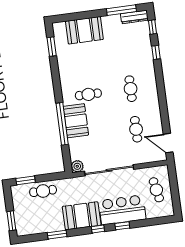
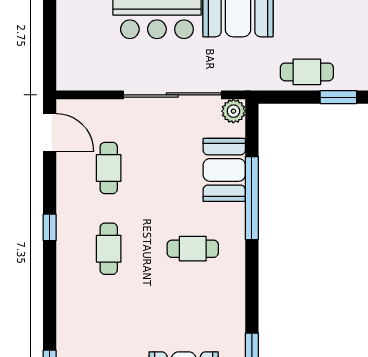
window: (156, 52) -> (50, 227), moved
booth: (76, 121) -> (224, 170), moved
cafe table: (156, 190) -> (85, 44), removed

